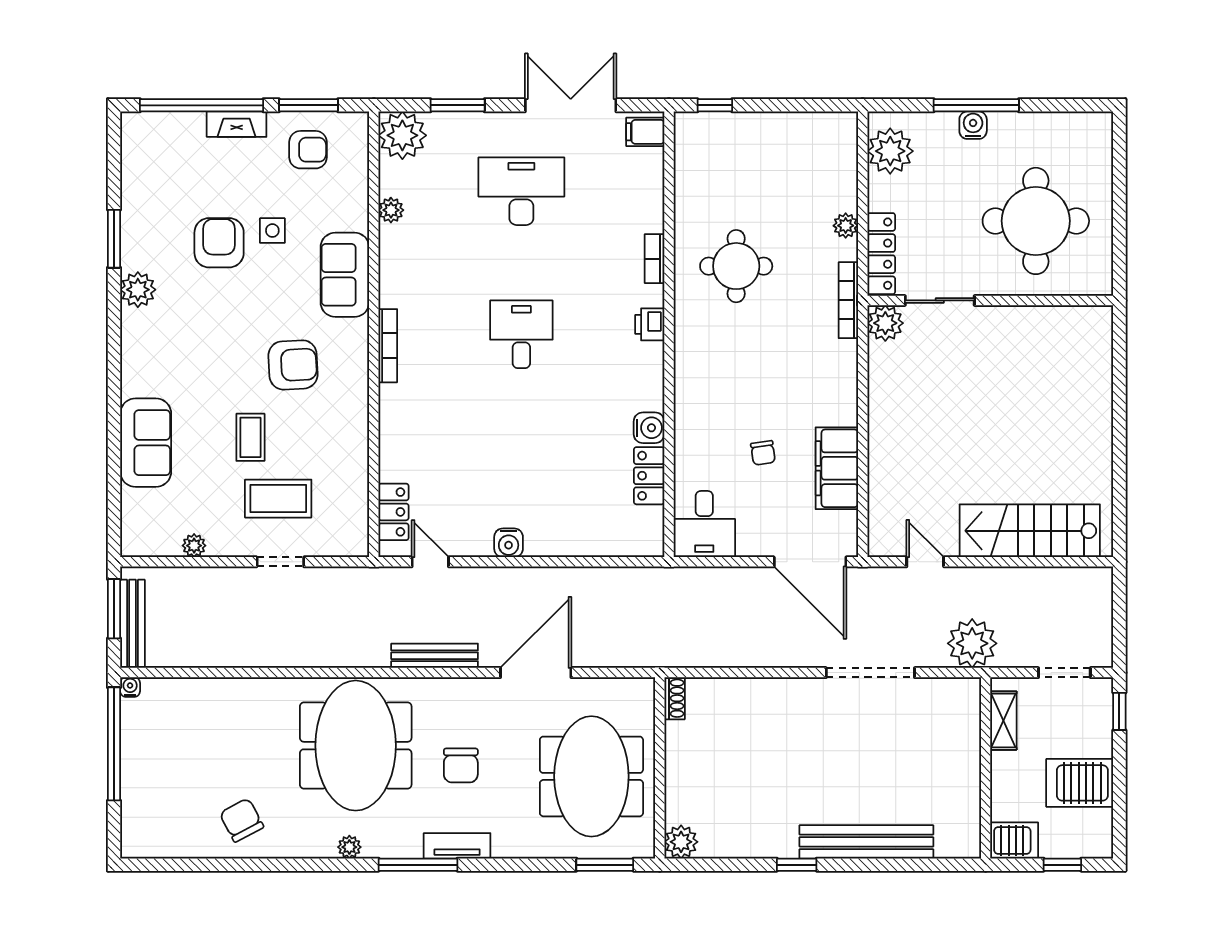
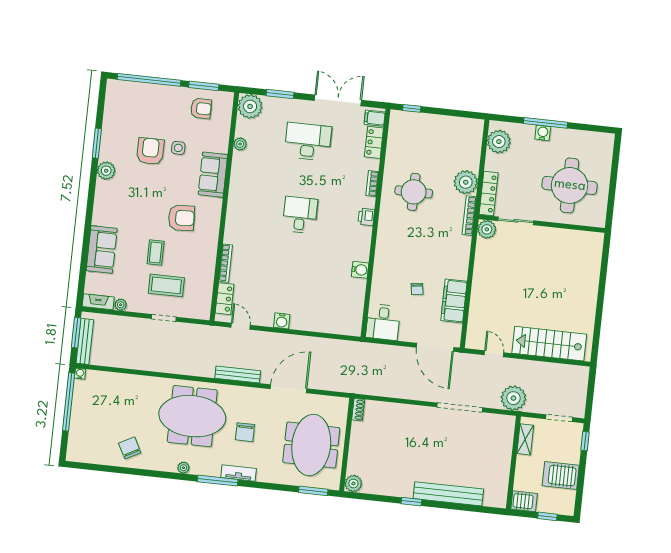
fireplace: (237, 124) -> (98, 302), moved, turned 180
plant: (846, 226) -> (466, 182), width x1.87, depth x1.87
bookcase: (388, 346) -> (226, 263), moved
locker: (649, 476) -> (374, 142), moved
meeting table: (356, 746) -> (192, 416), turned 90

